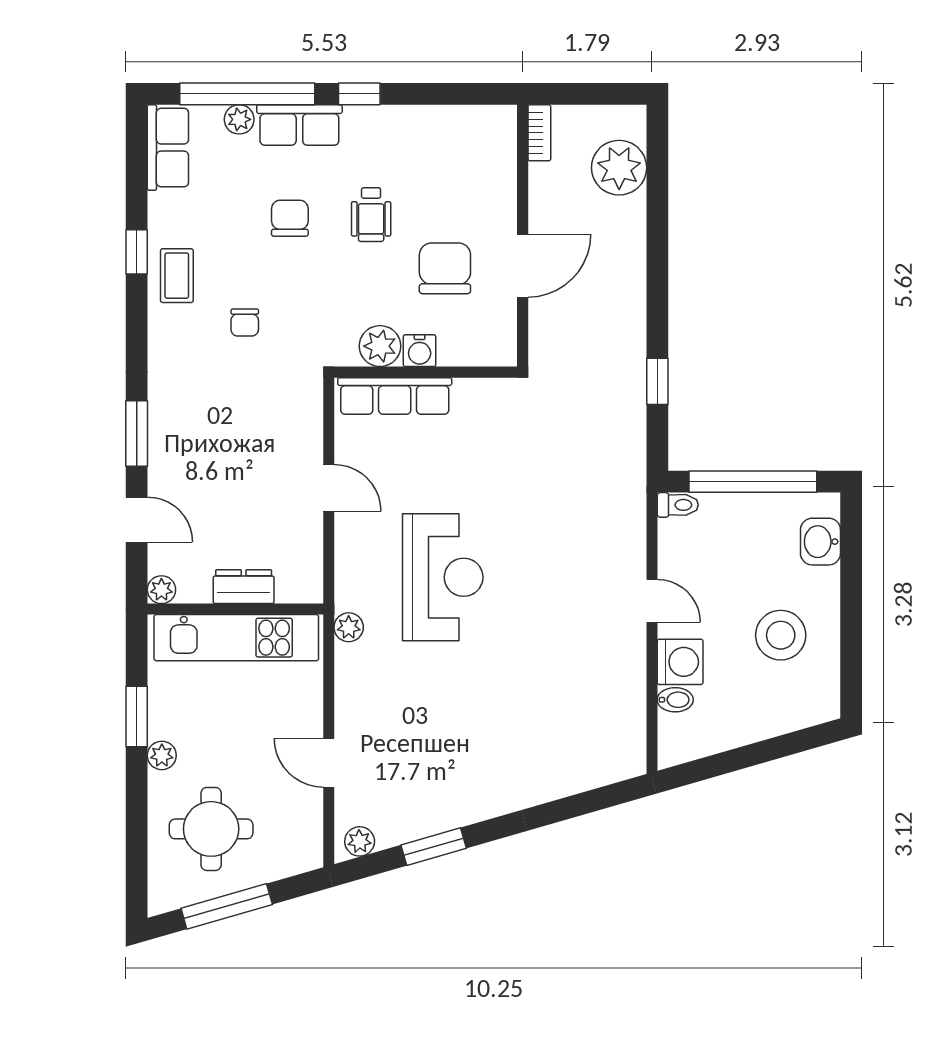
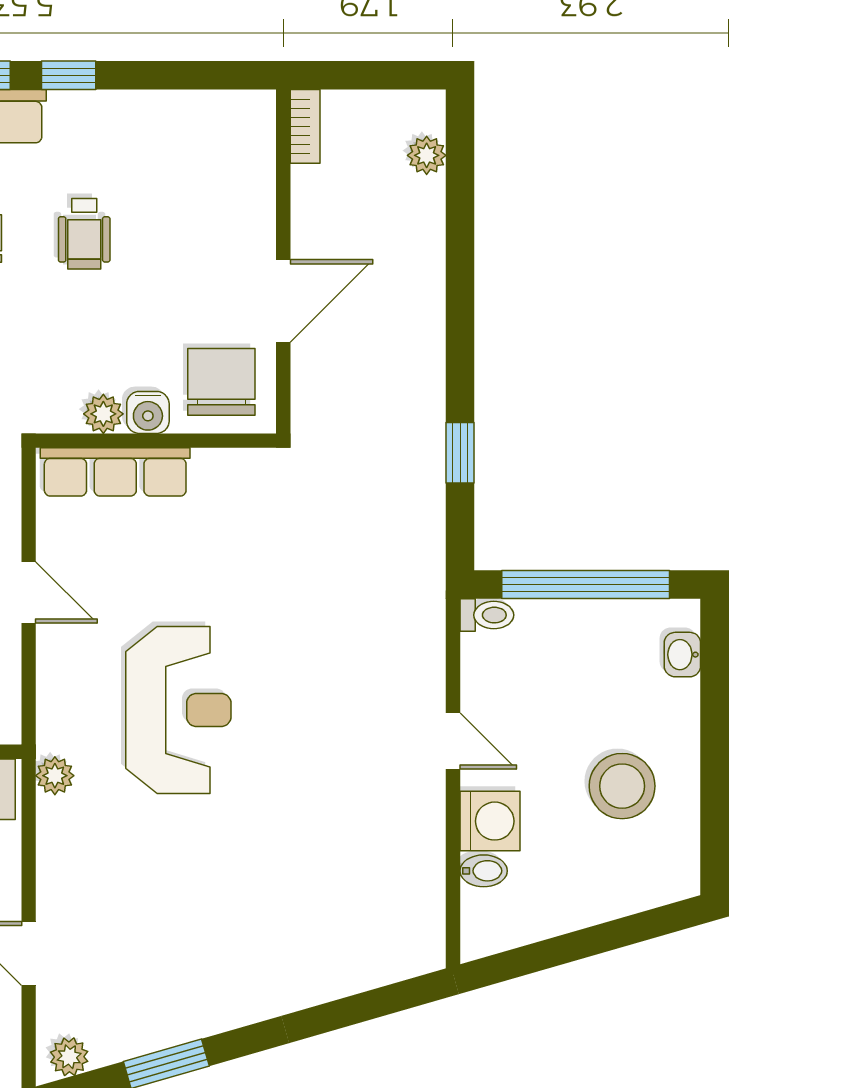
plant: (619, 168) -> (427, 155), width x0.53, depth x0.53
chair: (445, 268) -> (221, 382), moved
plant: (380, 346) -> (103, 414), width x0.73, depth x0.73
washbasin: (820, 542) -> (682, 655), width x0.72, depth x0.69

